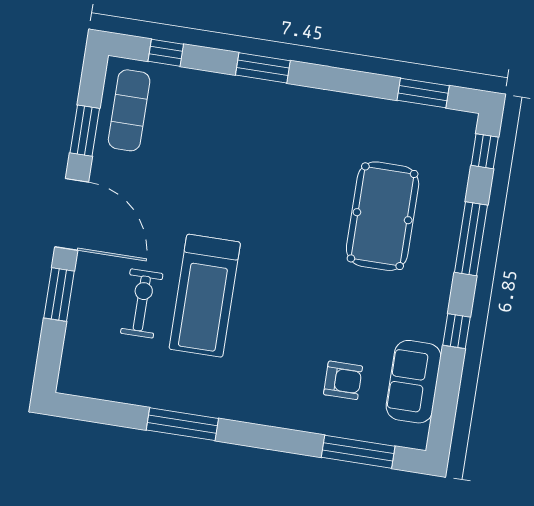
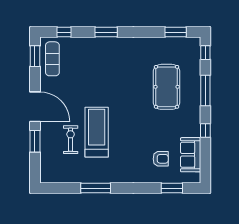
window: (85, 131) -> (35, 56), moved
treadmill: (205, 296) -> (97, 132), turned 180
window: (358, 452) -> (172, 188), width x0.69

